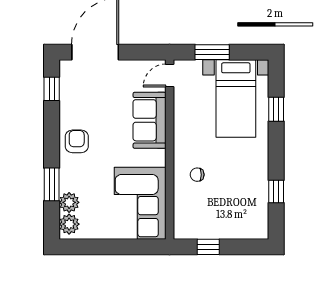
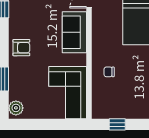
armchair: (77, 141) -> (21, 48), turned 90
plant: (69, 202) -> (16, 92), removed

